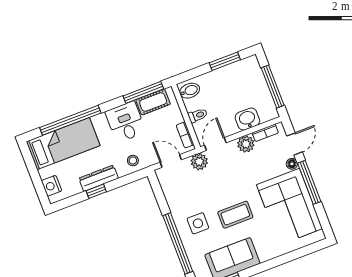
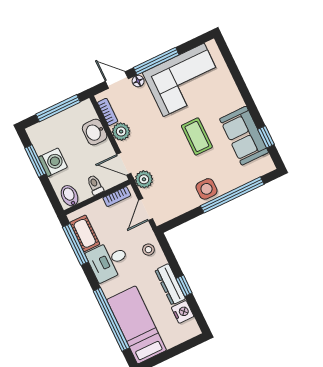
washing machine: (222, 78) -> (53, 162), added
nightstand: (51, 186) -> (183, 312), moved, turned -90
side table: (198, 223) -> (207, 189), moved

